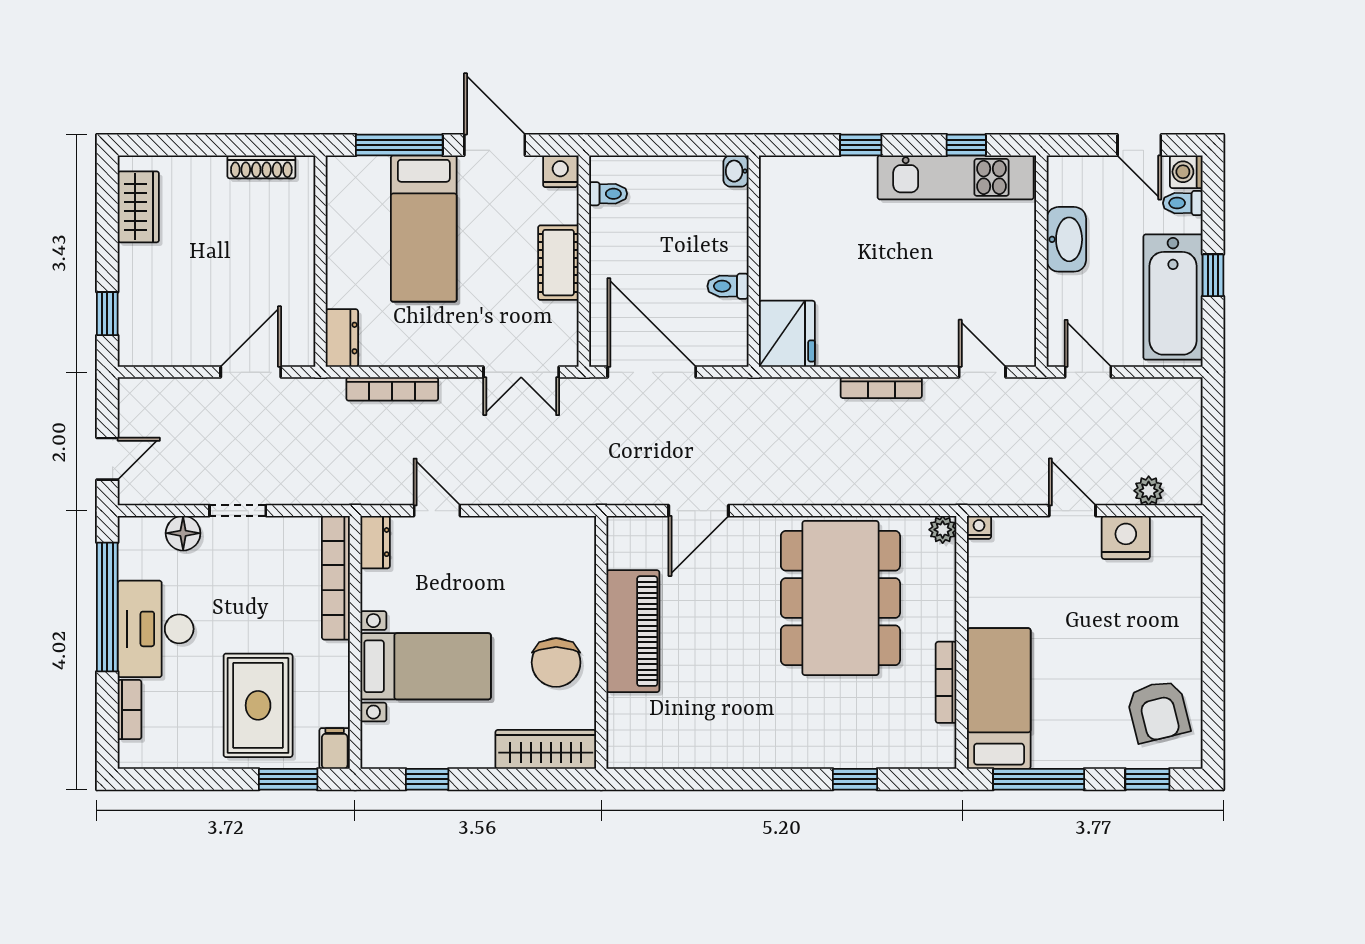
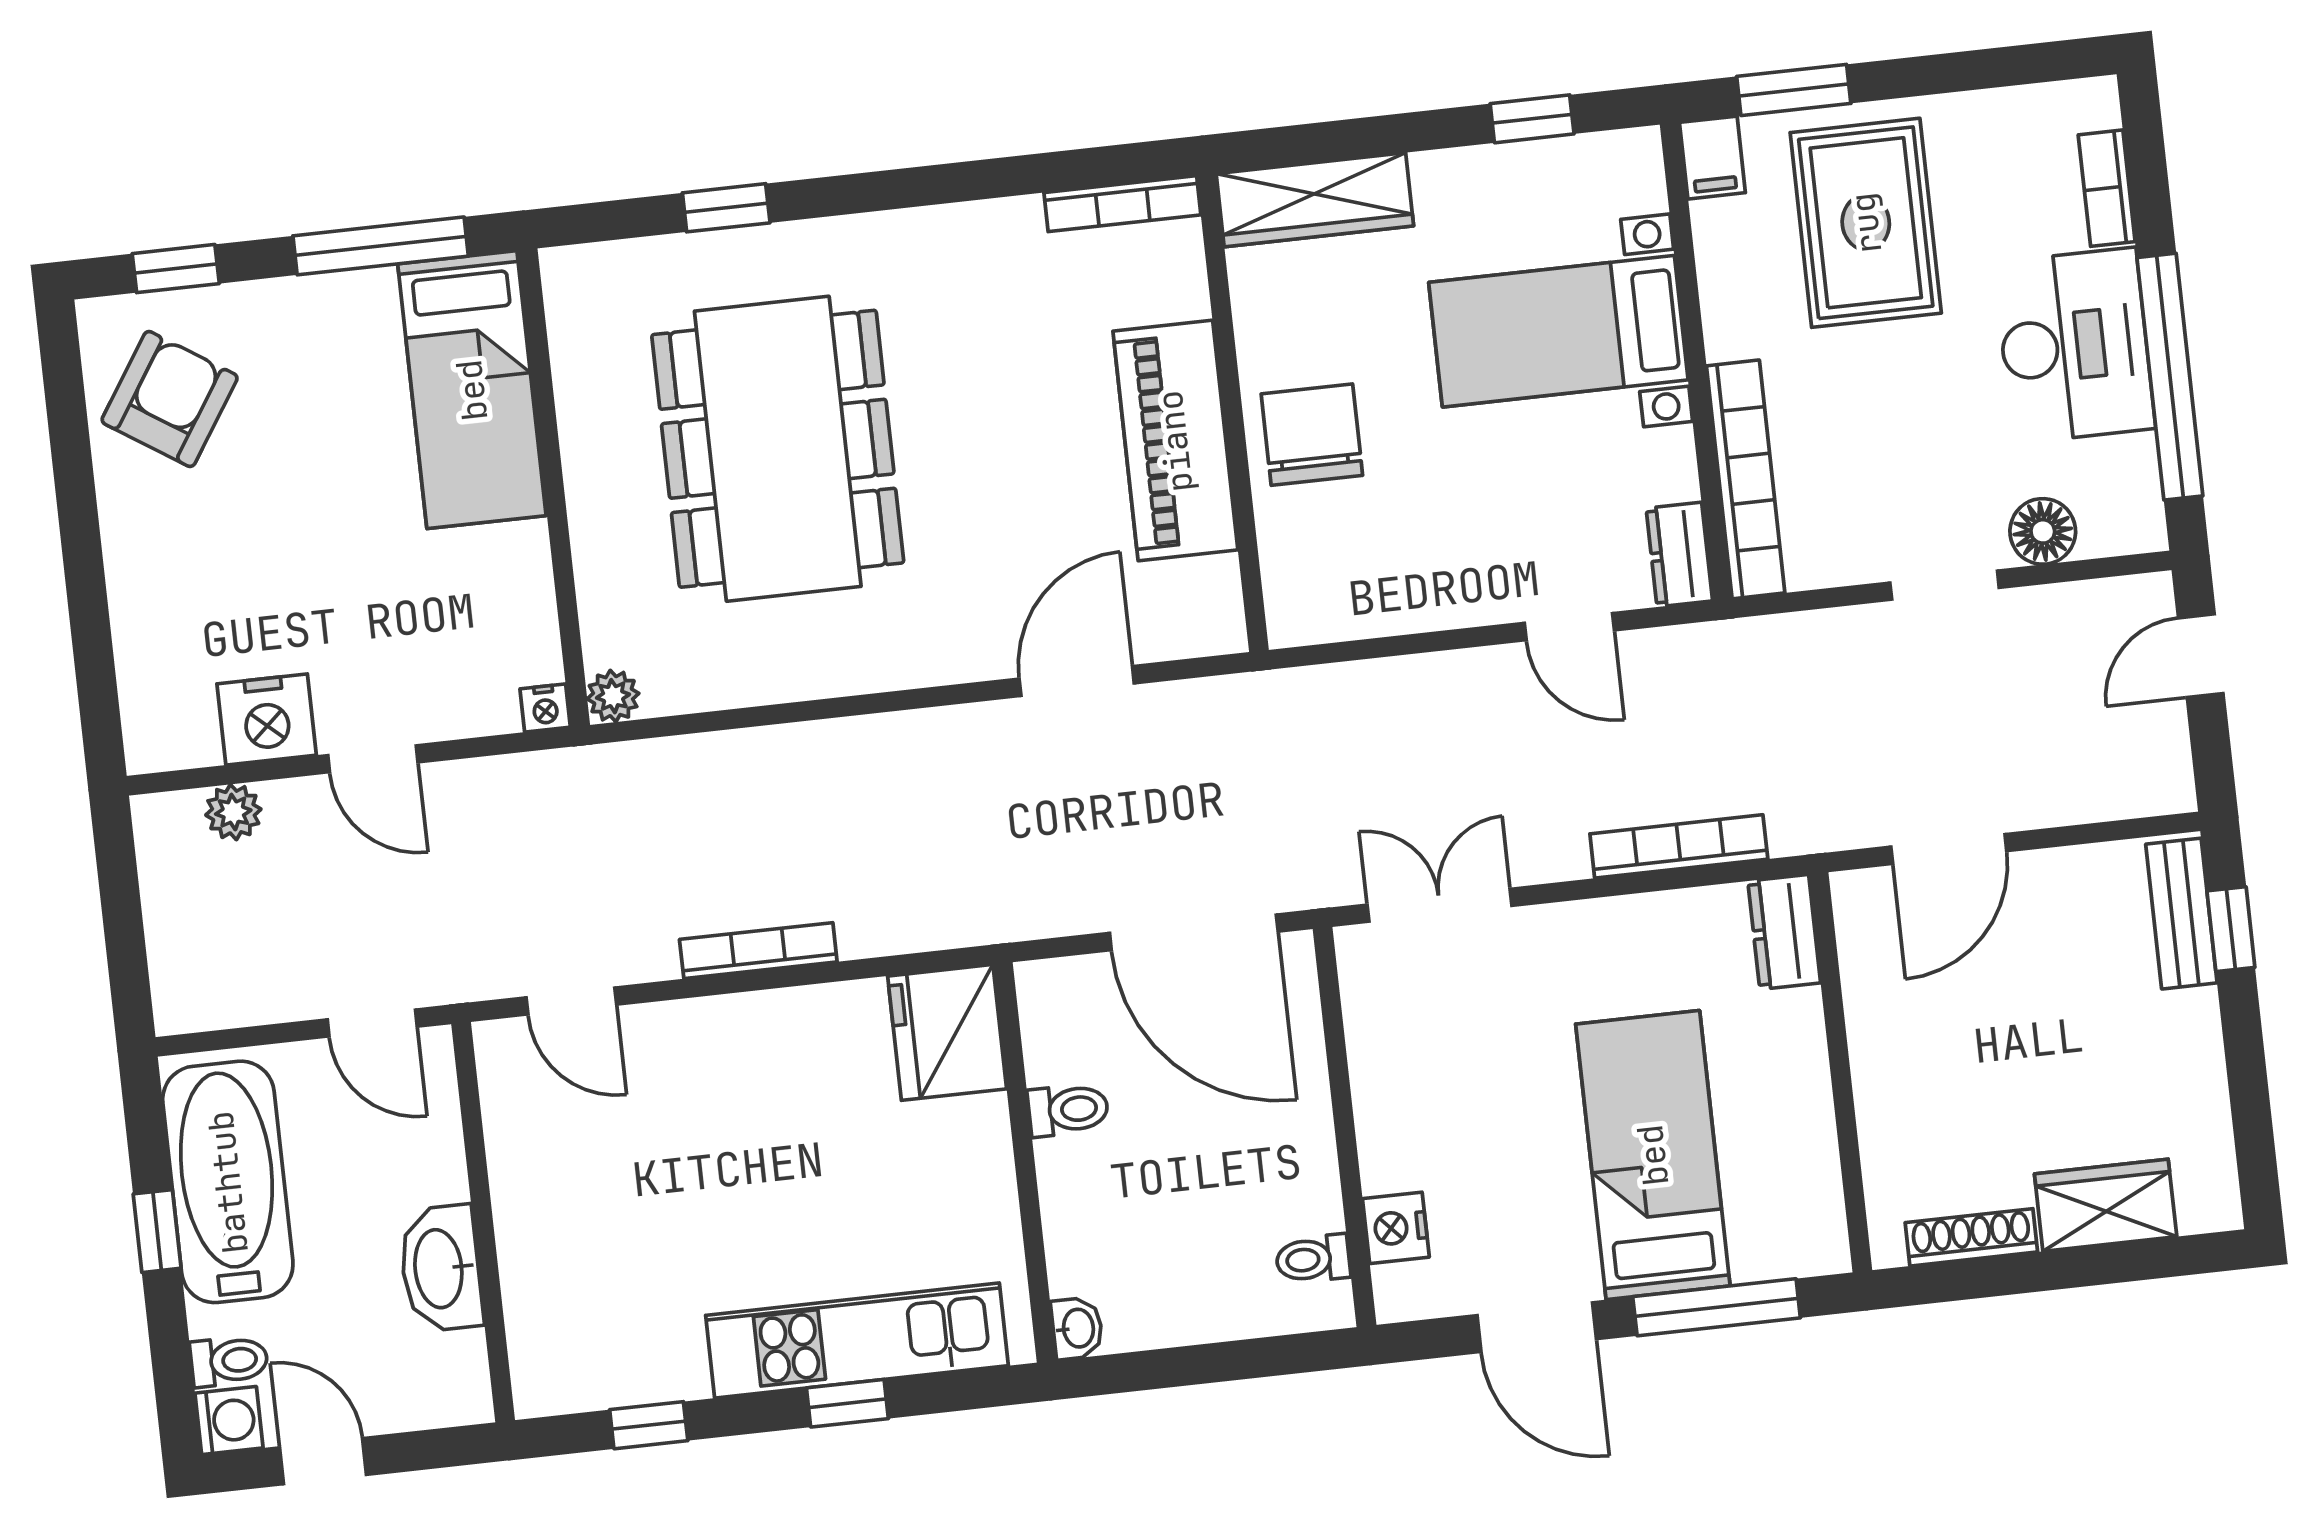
nightstand: (560, 171) -> (1396, 1228), moved, turned 90
kitchen unit: (956, 177) -> (857, 1340), moved
wardrobe: (138, 207) -> (2106, 1205), moved, turned 90
cot: (558, 263) -> (1392, 1119), removed
bench: (132, 325) -> (2181, 914), added
dining table: (840, 598) -> (778, 449), moved
chair: (556, 662) -> (1312, 435), moved
bookcase: (946, 682) -> (1122, 204), moved, turned 90
armchair: (1158, 711) -> (170, 399), turned 47

